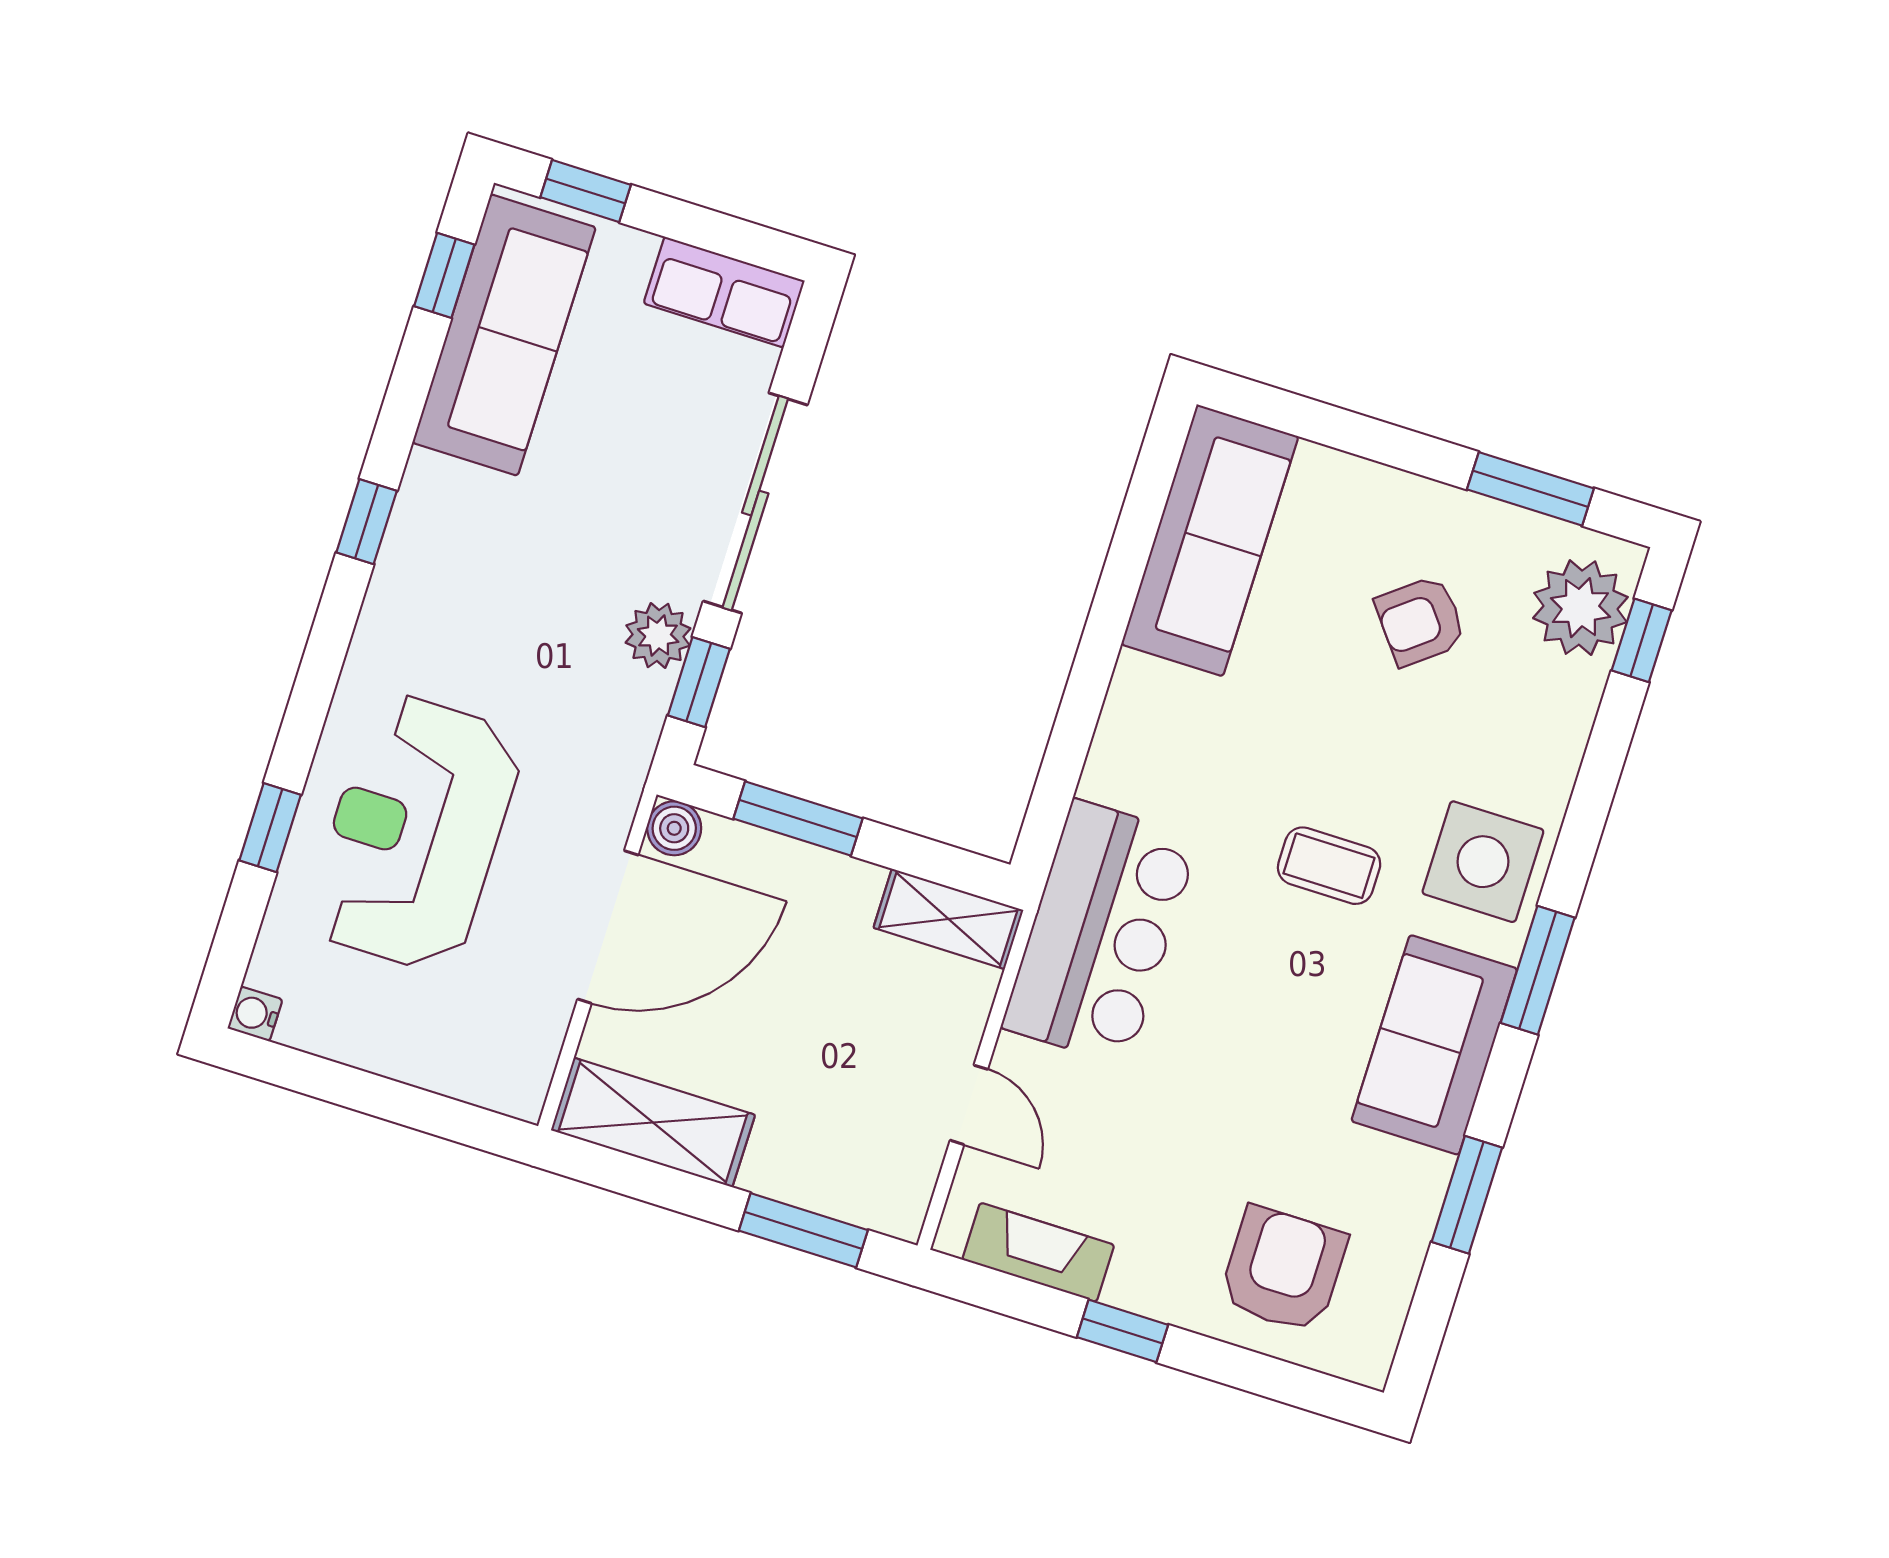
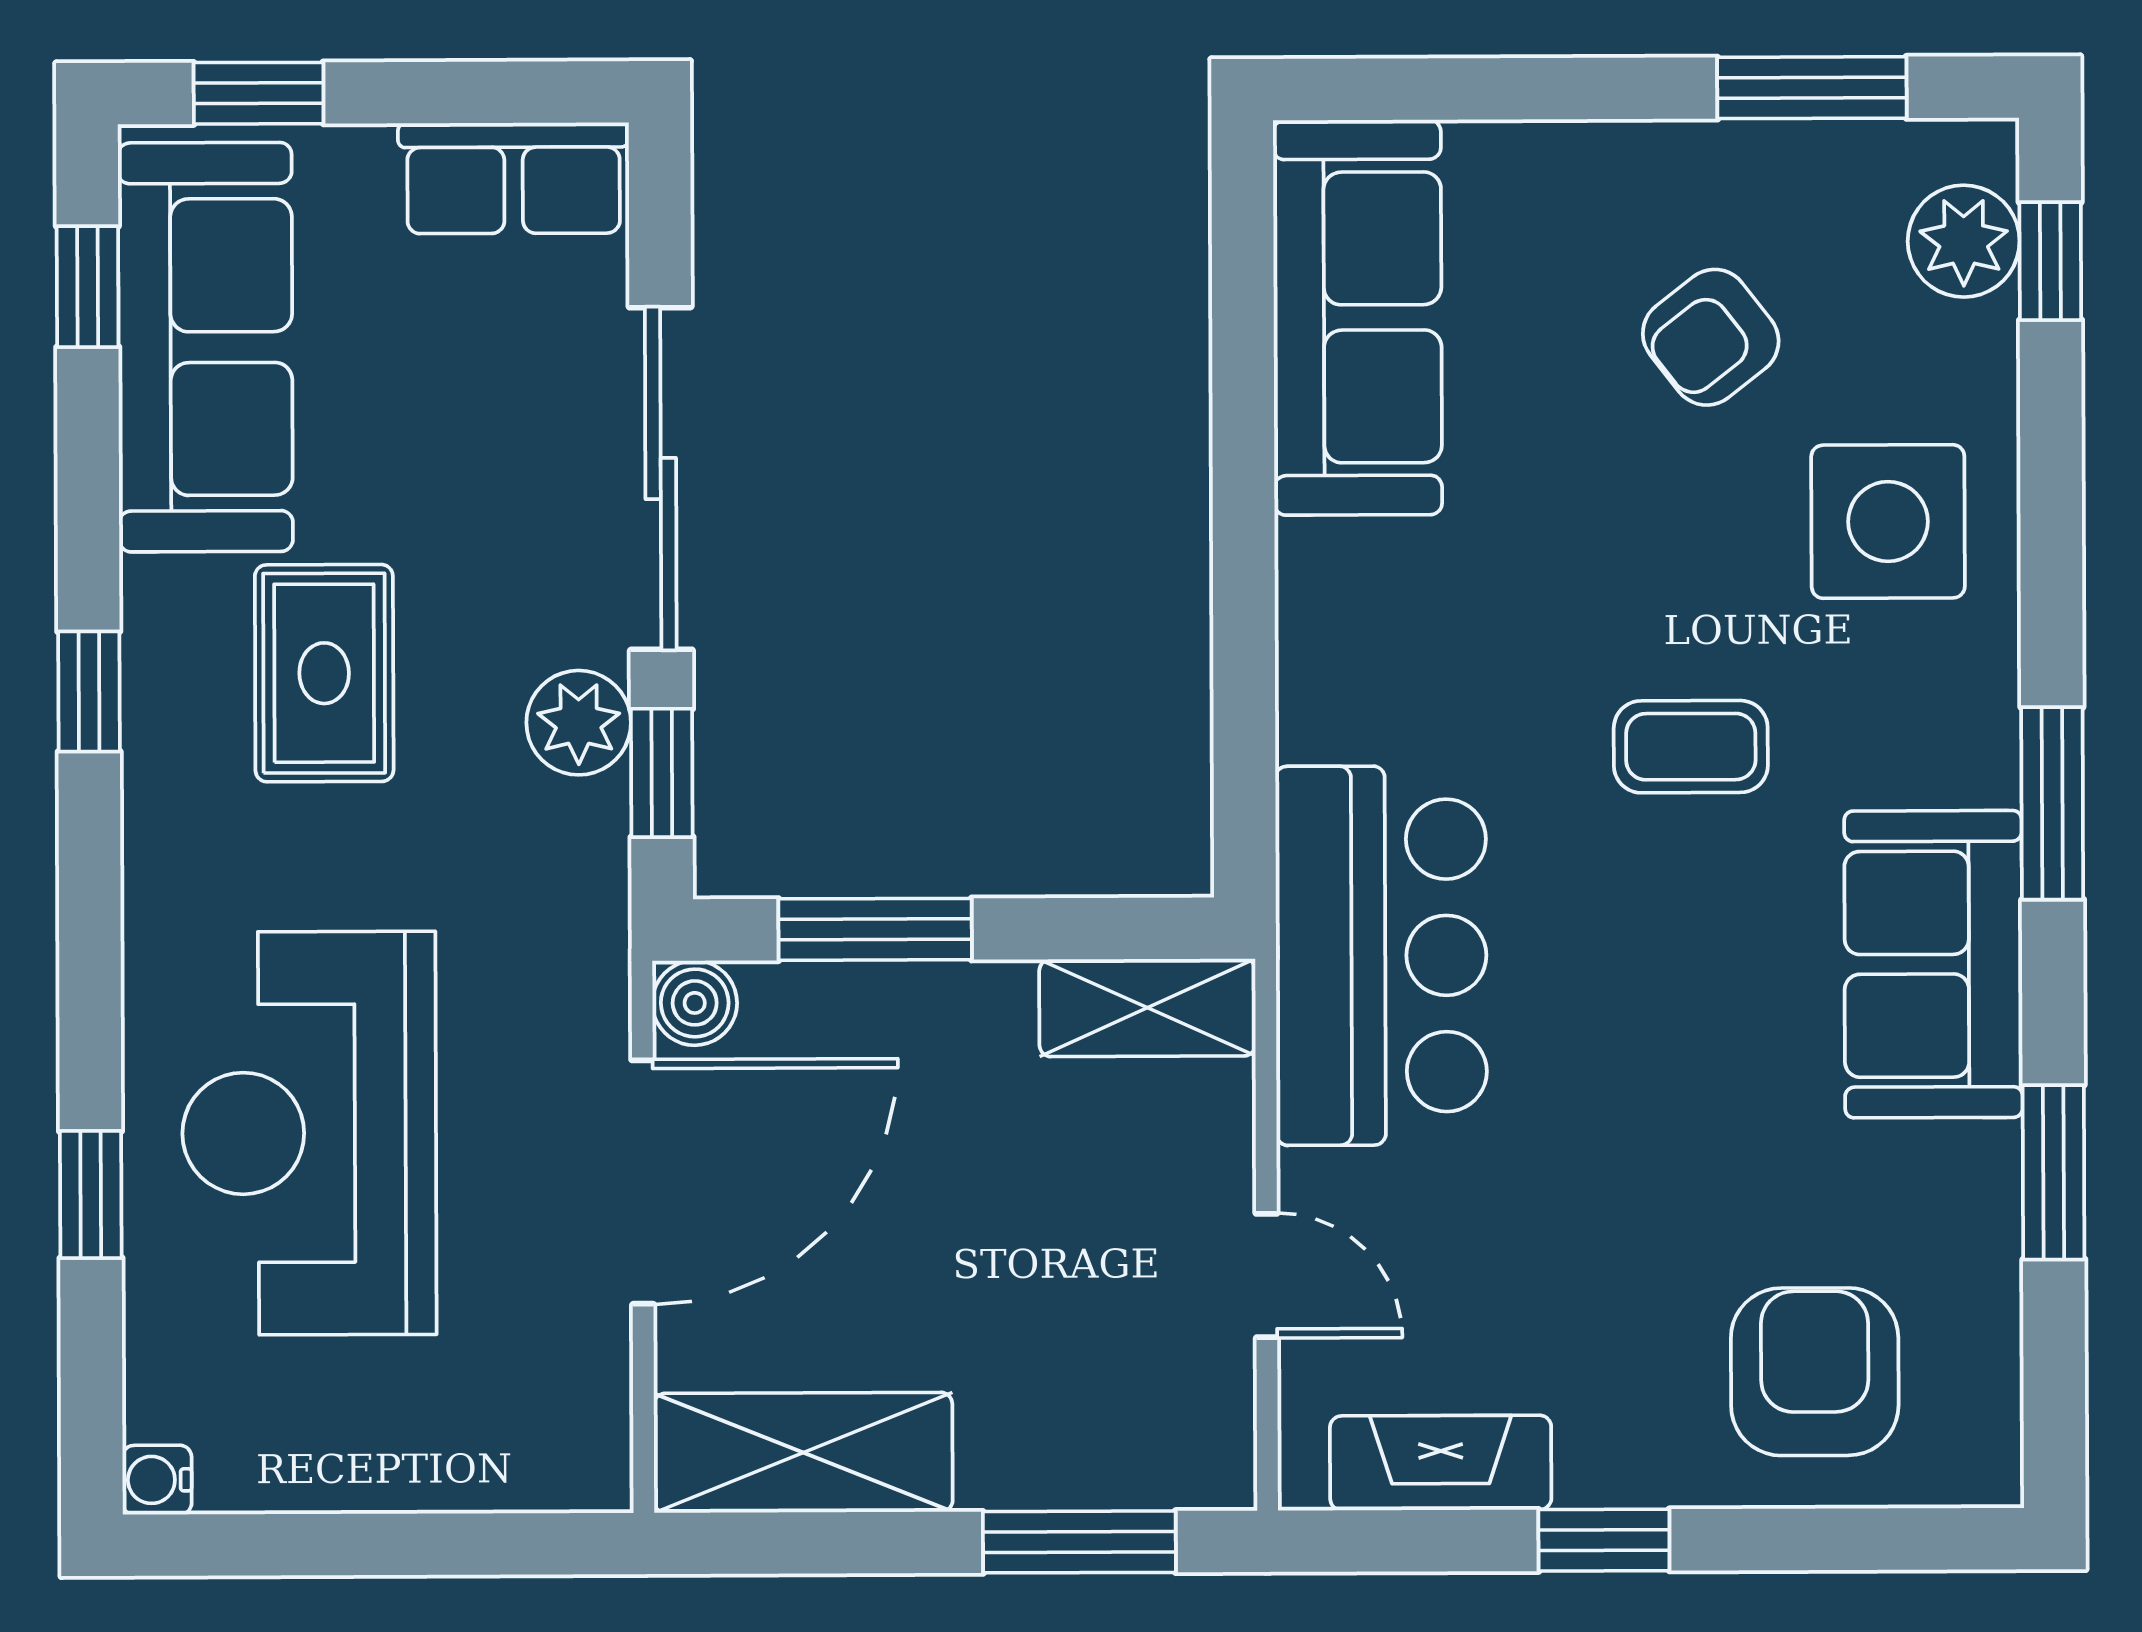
rug: (513, 556) -> (324, 673), added
plant: (1580, 608) -> (1964, 241), width x0.73, depth x0.73
side table: (1483, 862) -> (1888, 522), moved

